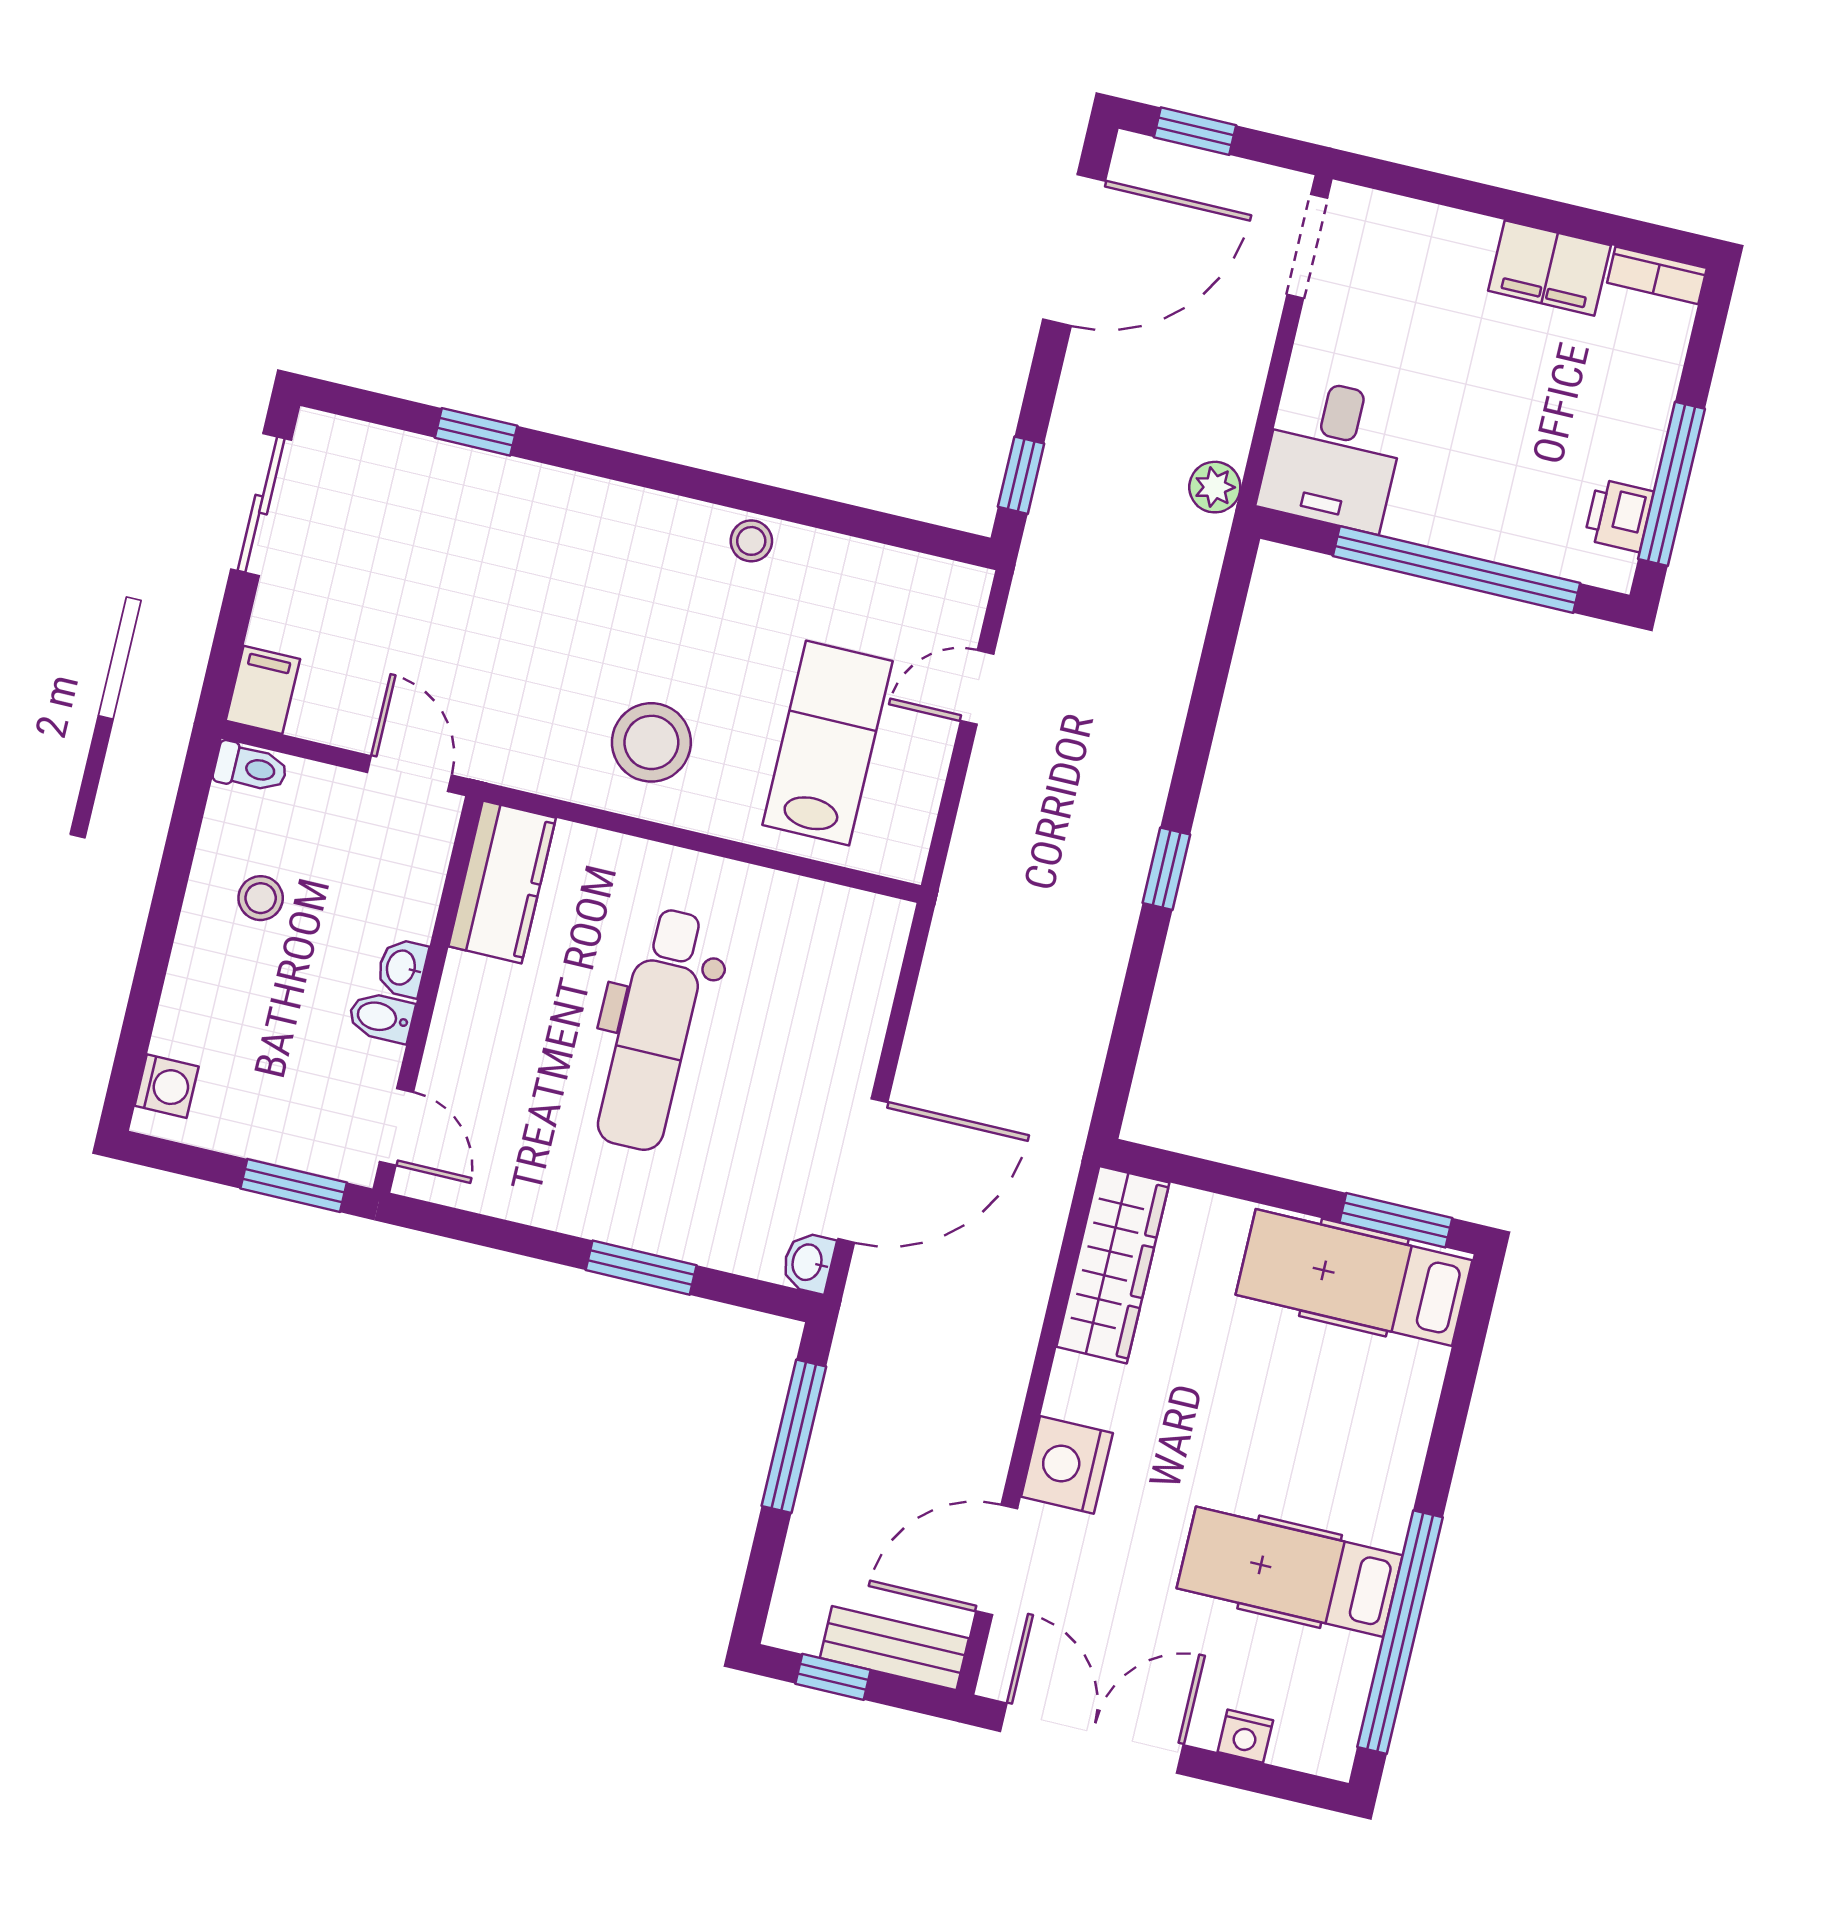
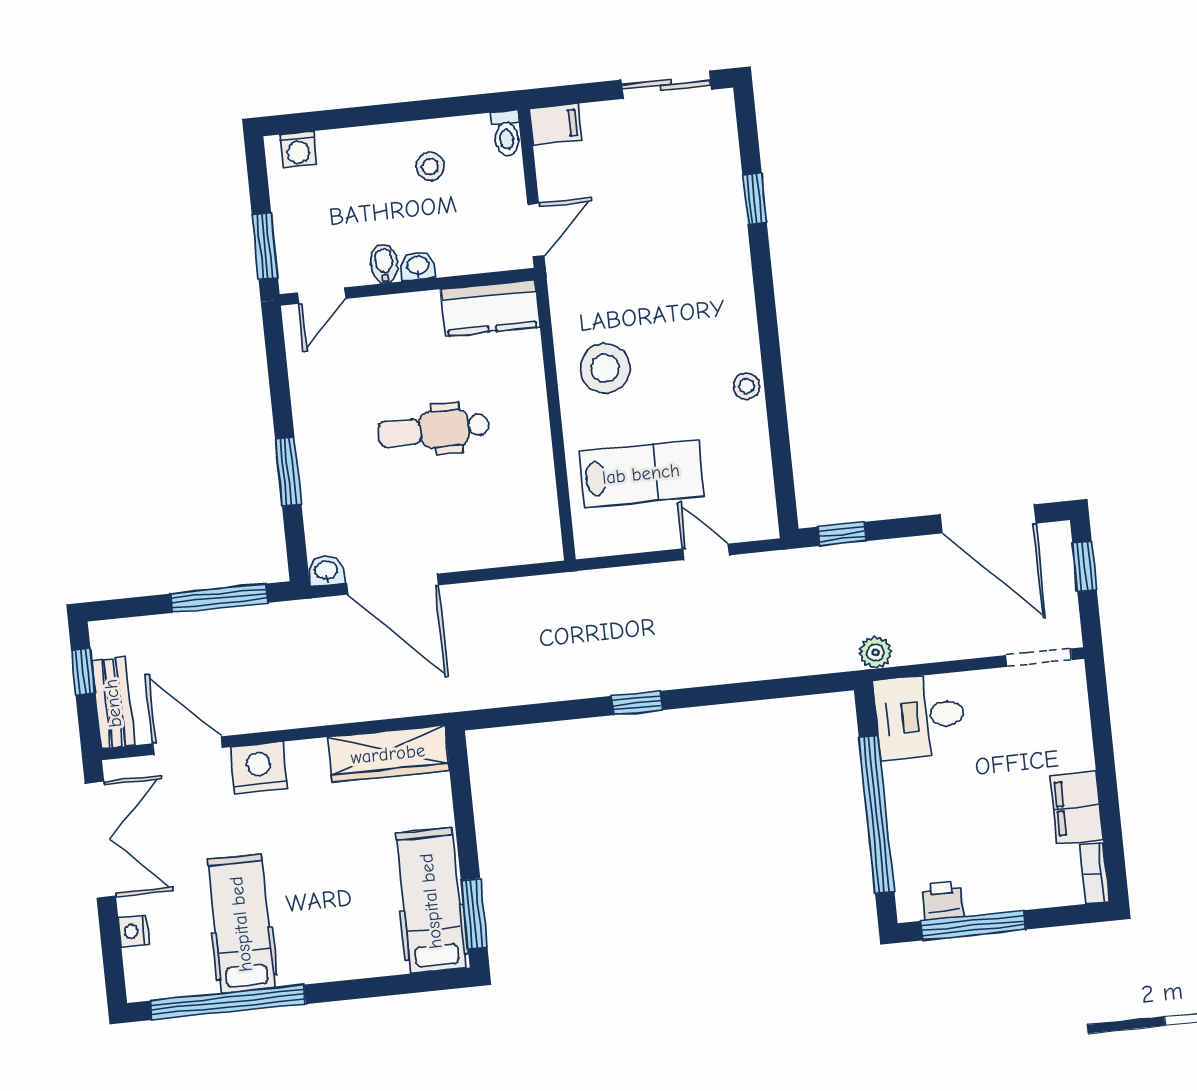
dental chair: (654, 1029) -> (434, 430), width x0.73, depth x0.72

